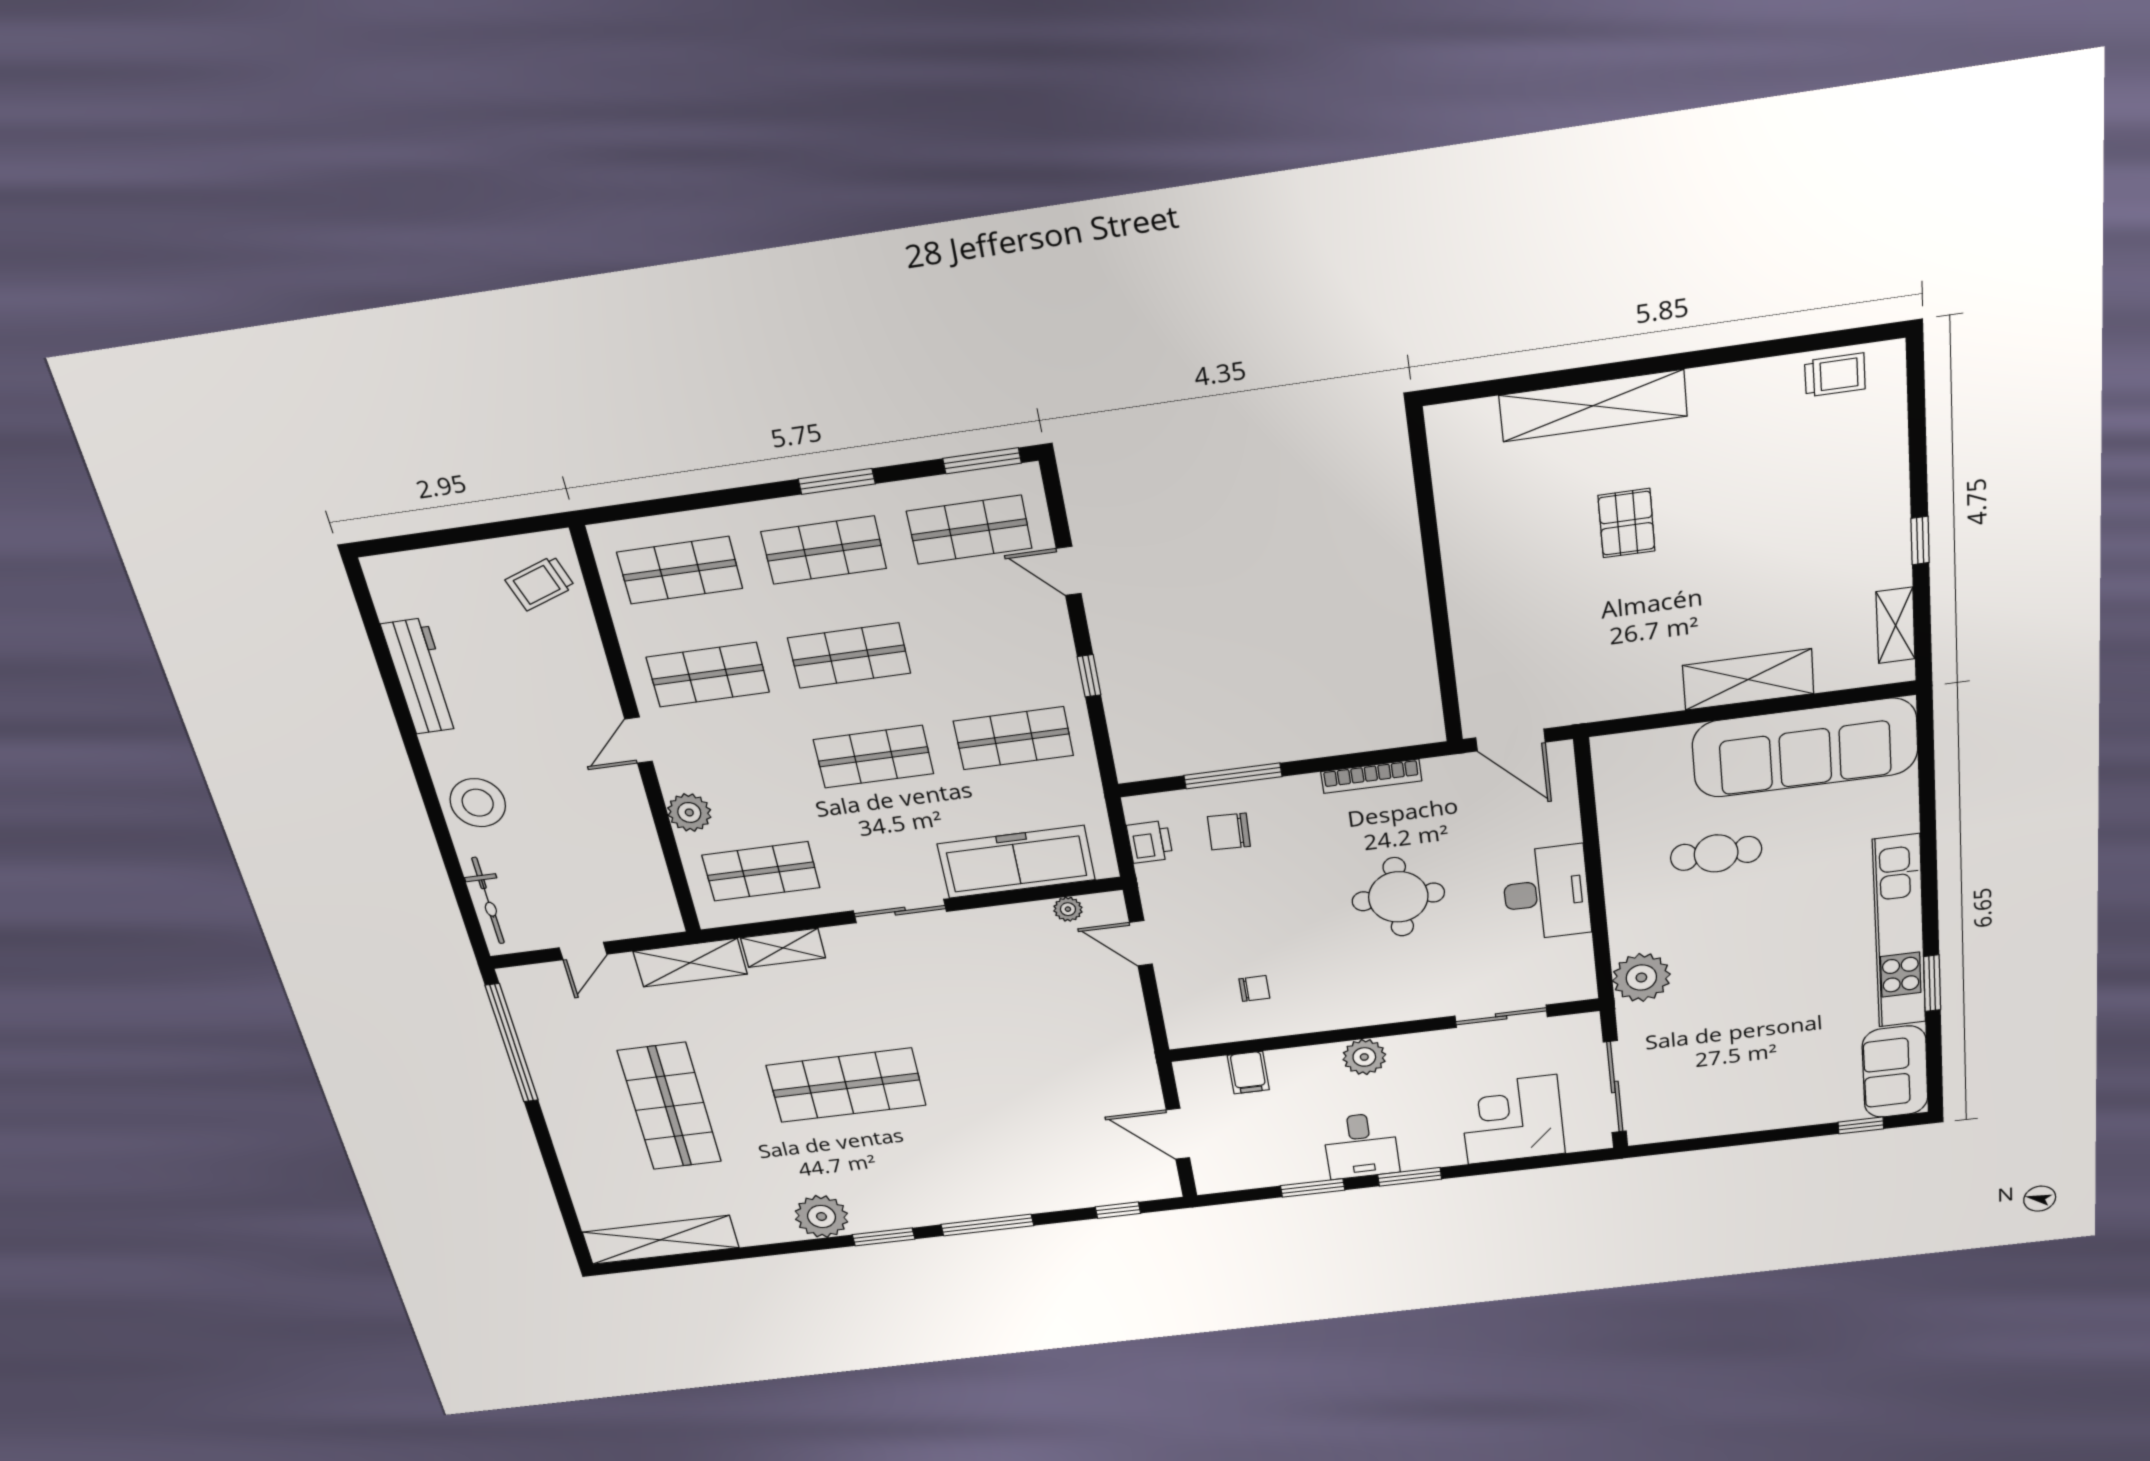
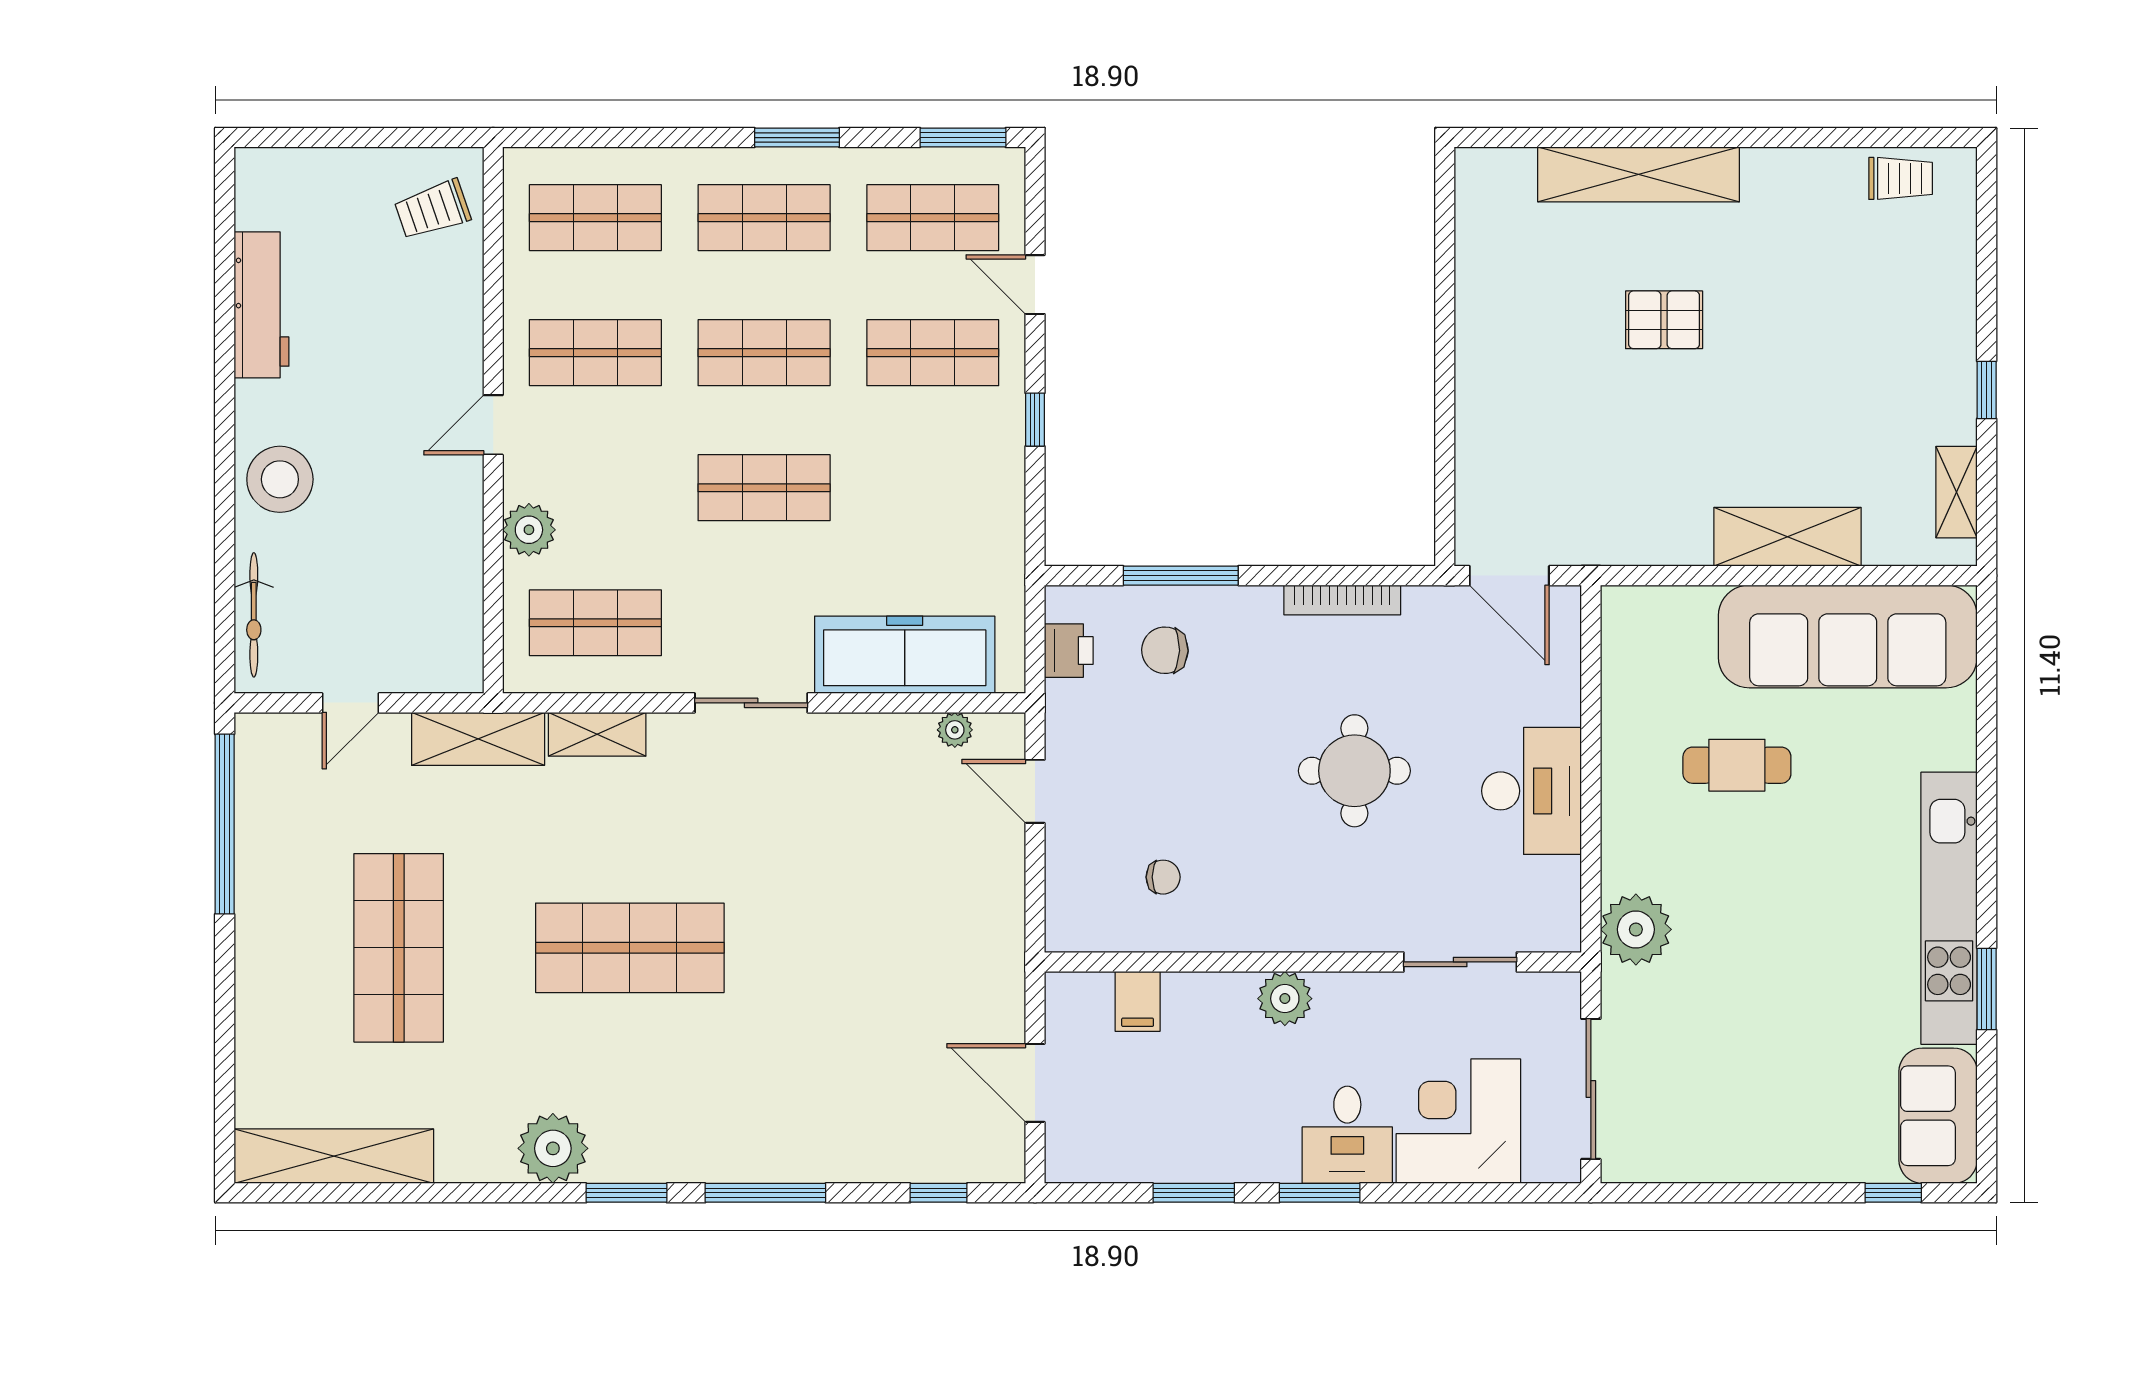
pallet: (1626, 523) -> (1664, 320), turned 90
shop shelf: (1013, 738) -> (933, 353), moved
desk: (1361, 1146) -> (1347, 1135), moved

